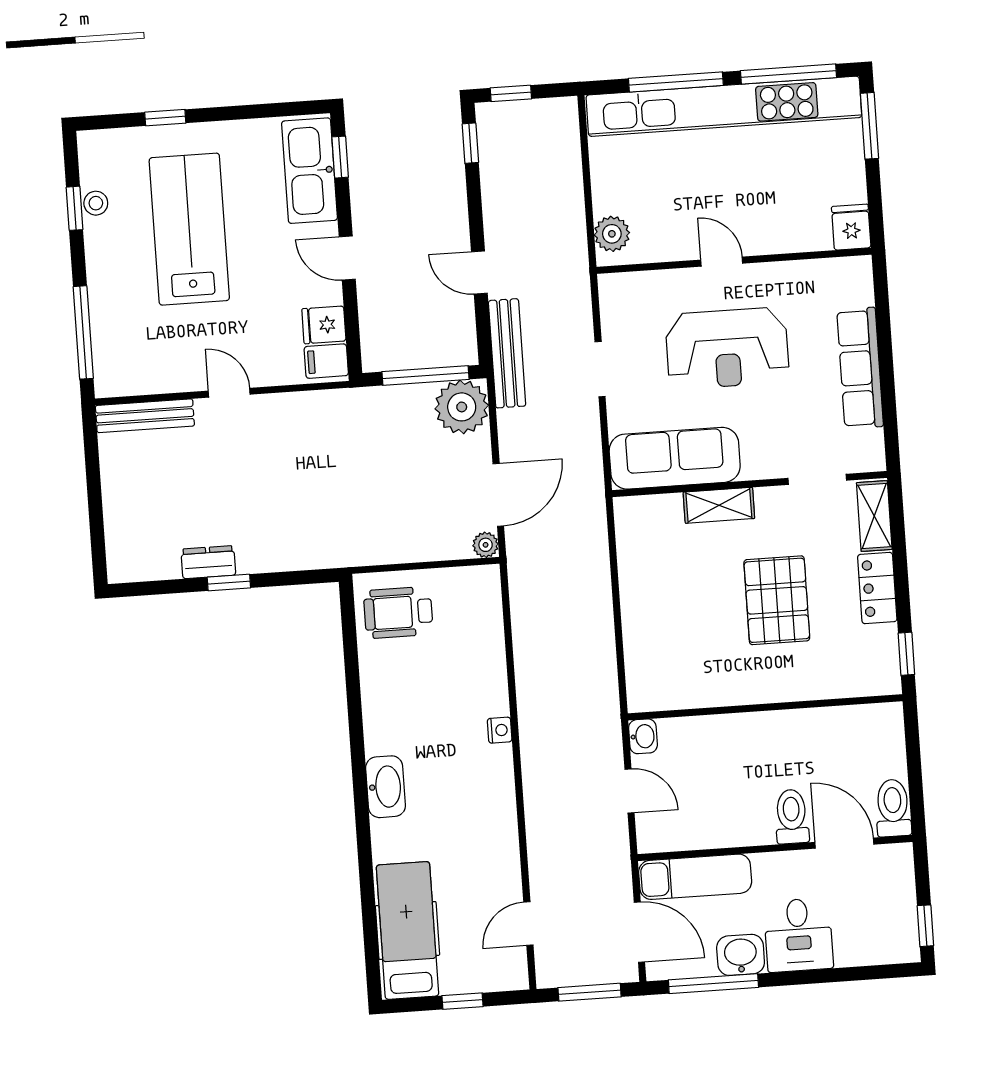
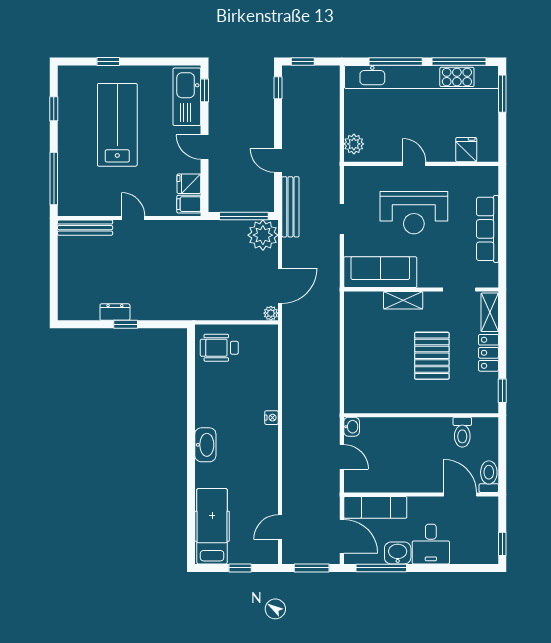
stool: (96, 203) -> (66, 107), removed
fridge: (851, 227) -> (466, 150), moved
toilet: (792, 817) -> (462, 432), moved, turned 180

